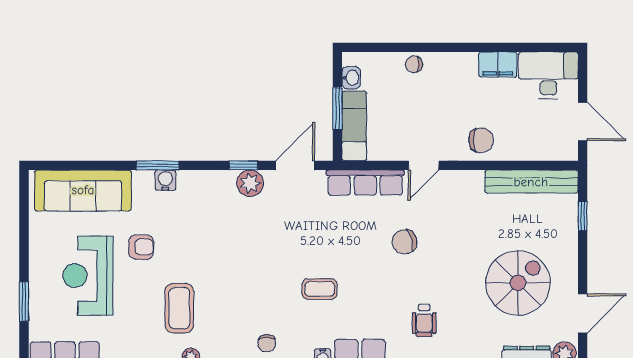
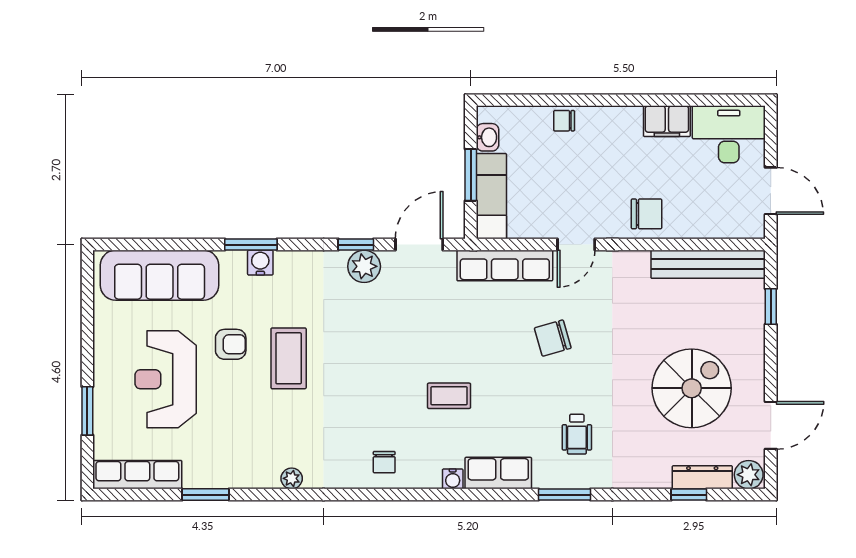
coffee table: (179, 308) -> (289, 358), moved

